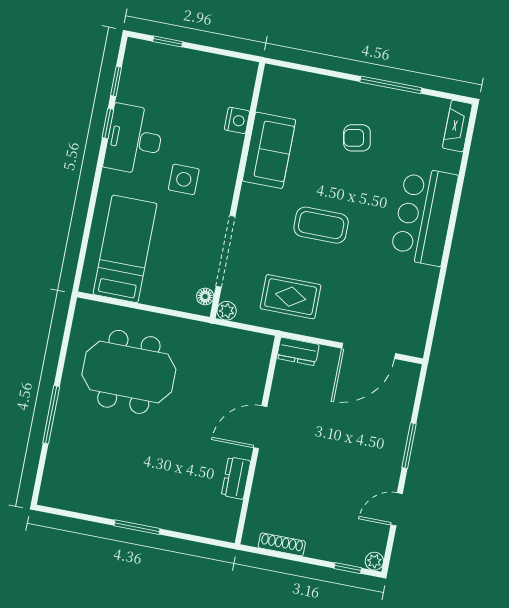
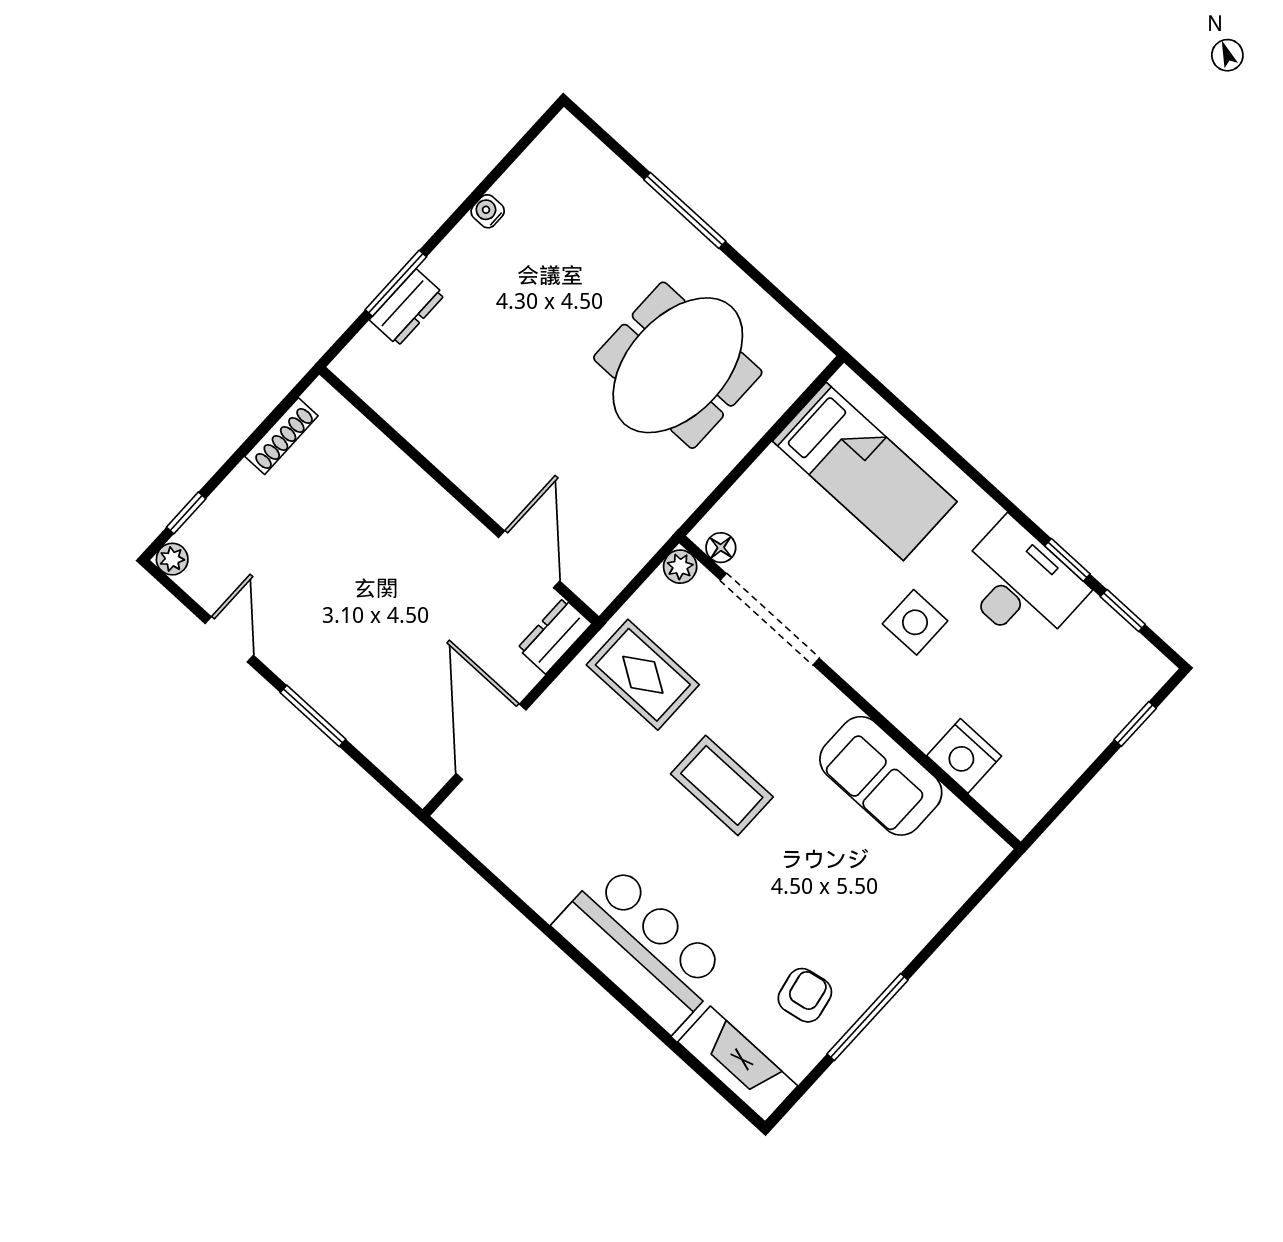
nightstand: (237, 120) -> (964, 756), width x1.36, depth x1.33
fireplace: (457, 126) -> (738, 1064), width x1.37, depth x1.32
armchair: (357, 138) -> (805, 995), moved
coffee table: (321, 225) -> (722, 785), turned 90
rug: (291, 297) -> (643, 675), turned 90
door: (260, 427) -> (529, 559), moved
dresser: (236, 478) -> (407, 307), moved, turned 90
water cooler: (110, 511) -> (488, 211), added
window: (137, 527) -> (396, 283), moved

